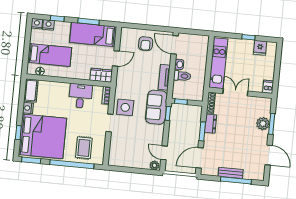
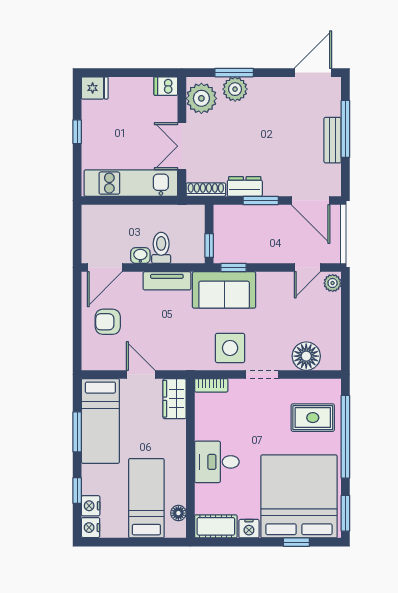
armchair: (146, 44) -> (108, 322), turned 180
fridge: (260, 48) -> (95, 88), moved
desk: (80, 96) -> (217, 462), moved
plant: (260, 105) -> (201, 98), added
floor lamp: (117, 148) -> (306, 356), added
door: (269, 155) -> (313, 73), moved

